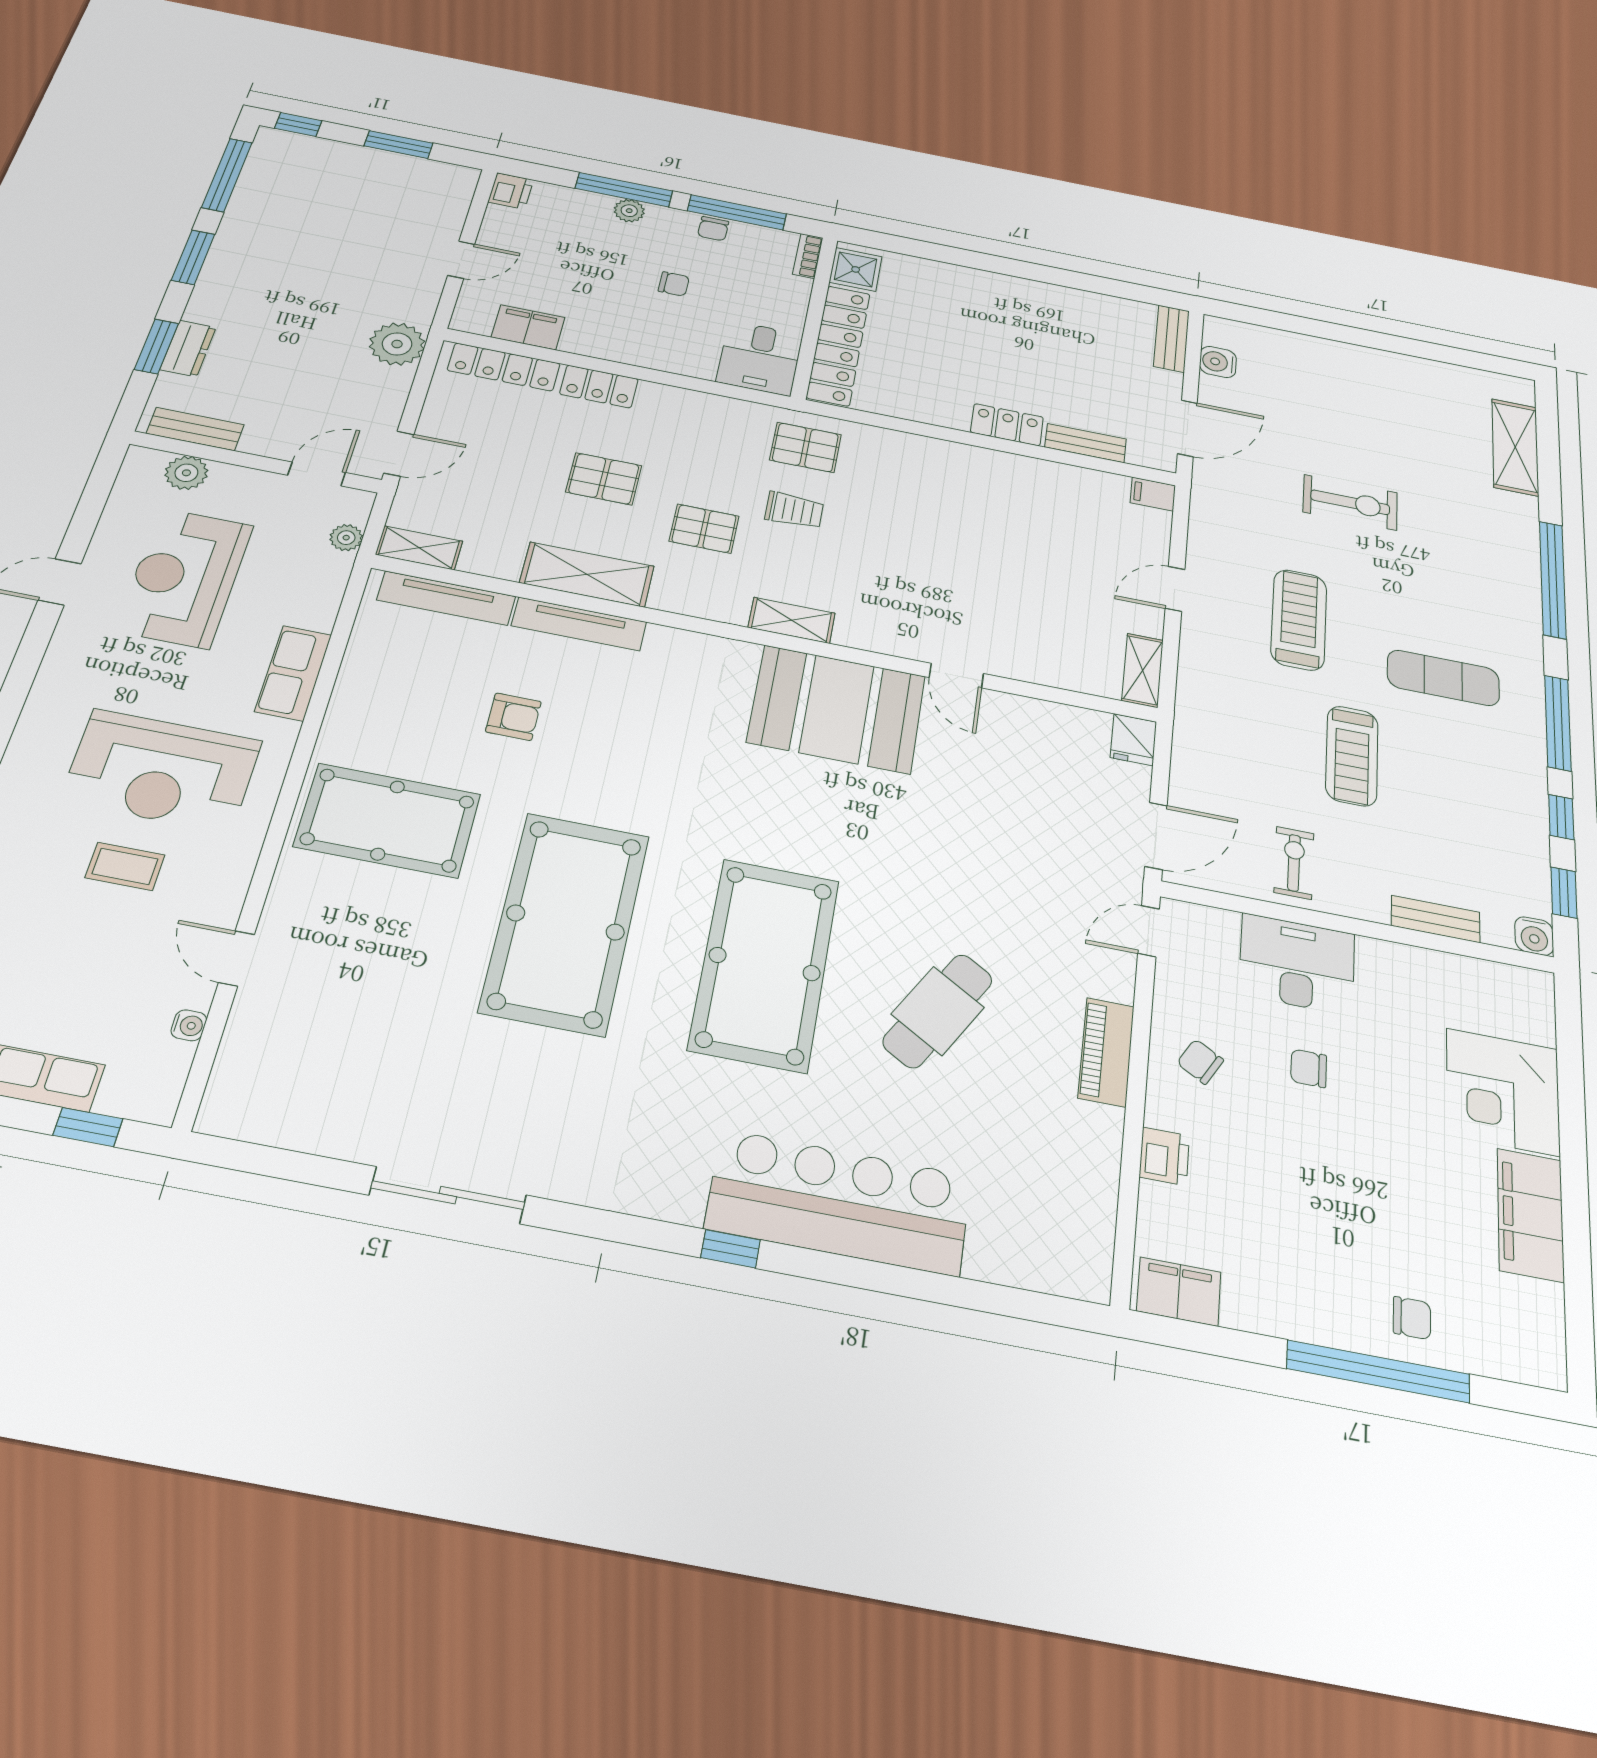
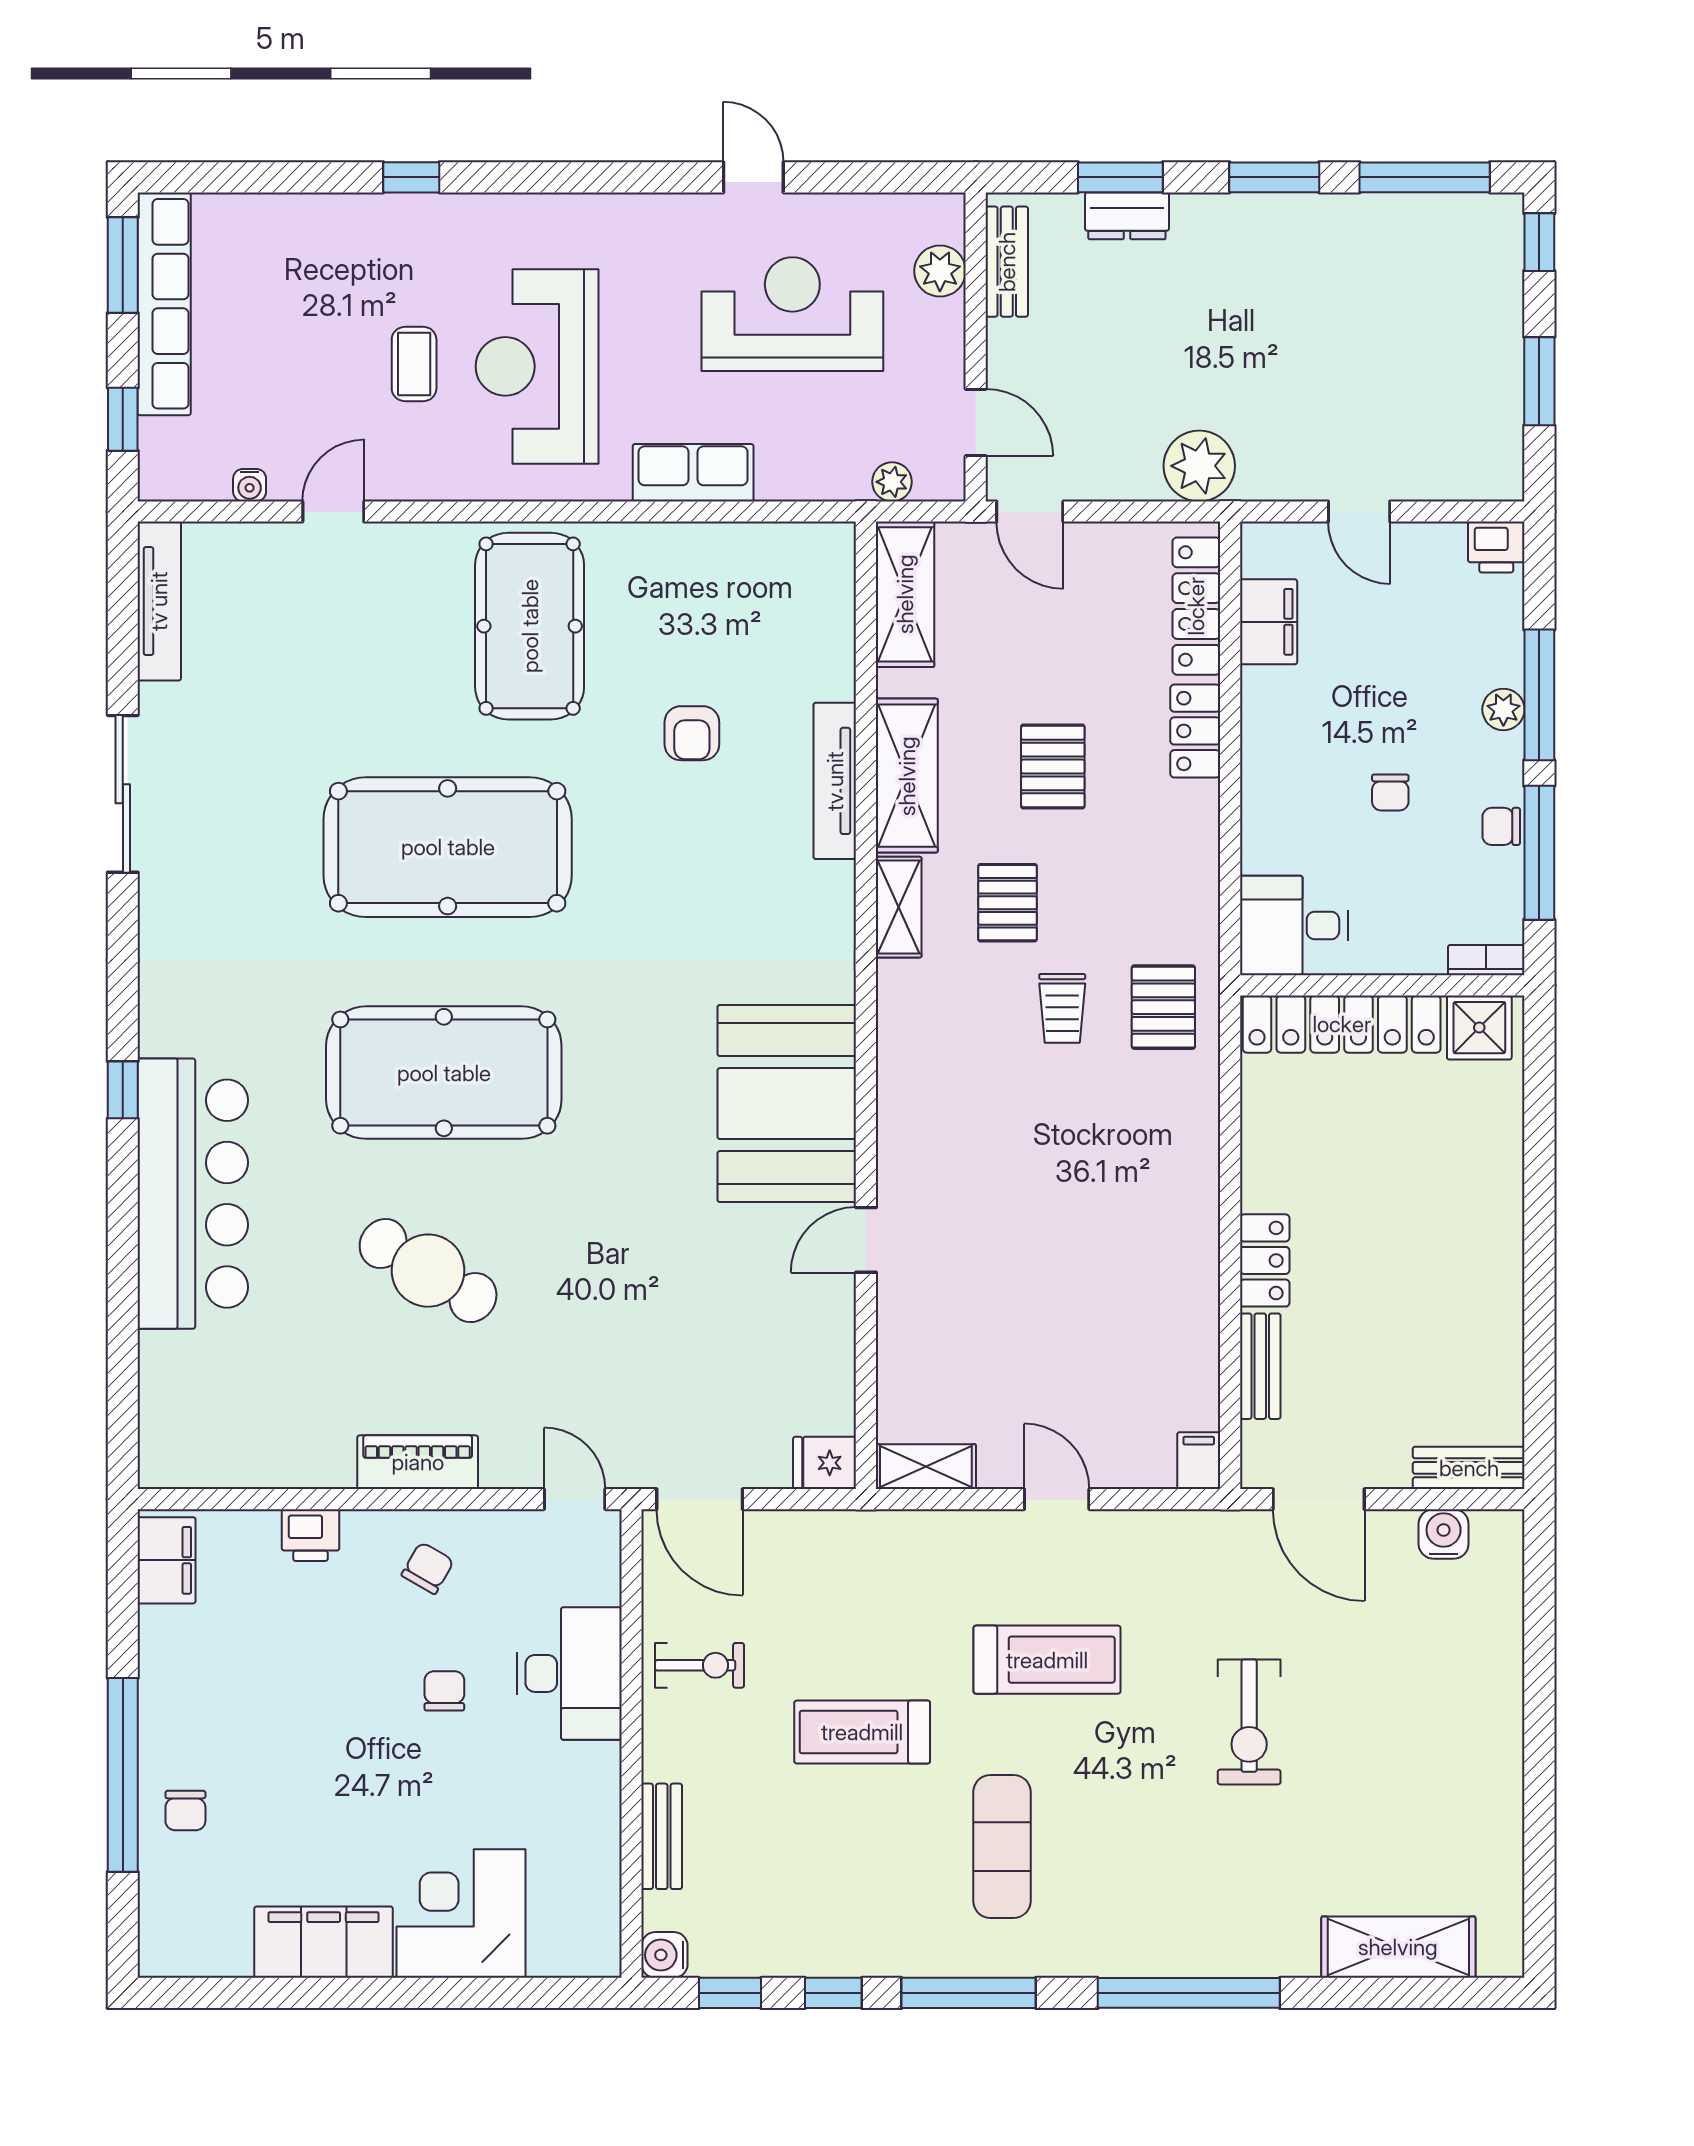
shelving: (419, 548) -> (905, 594), width x1.50, depth x1.33
tv unit: (446, 598) -> (159, 601), moved, turned 180
shelving: (792, 620) -> (899, 907), moved

